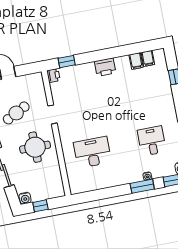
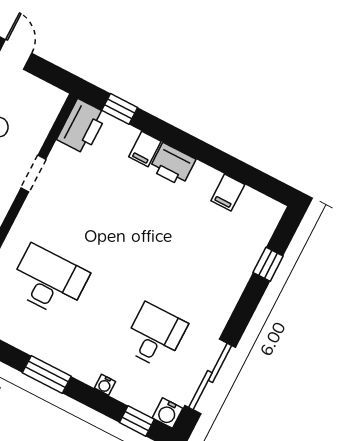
filing cabinet: (148, 58) -> (145, 149), moved
printer: (53, 76) -> (82, 126), width x1.87, depth x1.48
window: (142, 186) -> (47, 374), moved

